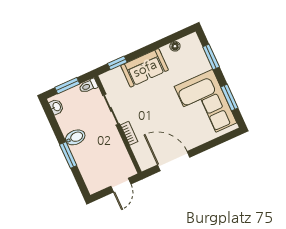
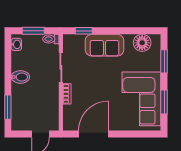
floor lamp: (175, 46) -> (142, 43), width x1.89, depth x1.89
window: (68, 155) -> (8, 107), moved
door: (174, 161) -> (93, 134), hinge flipped

